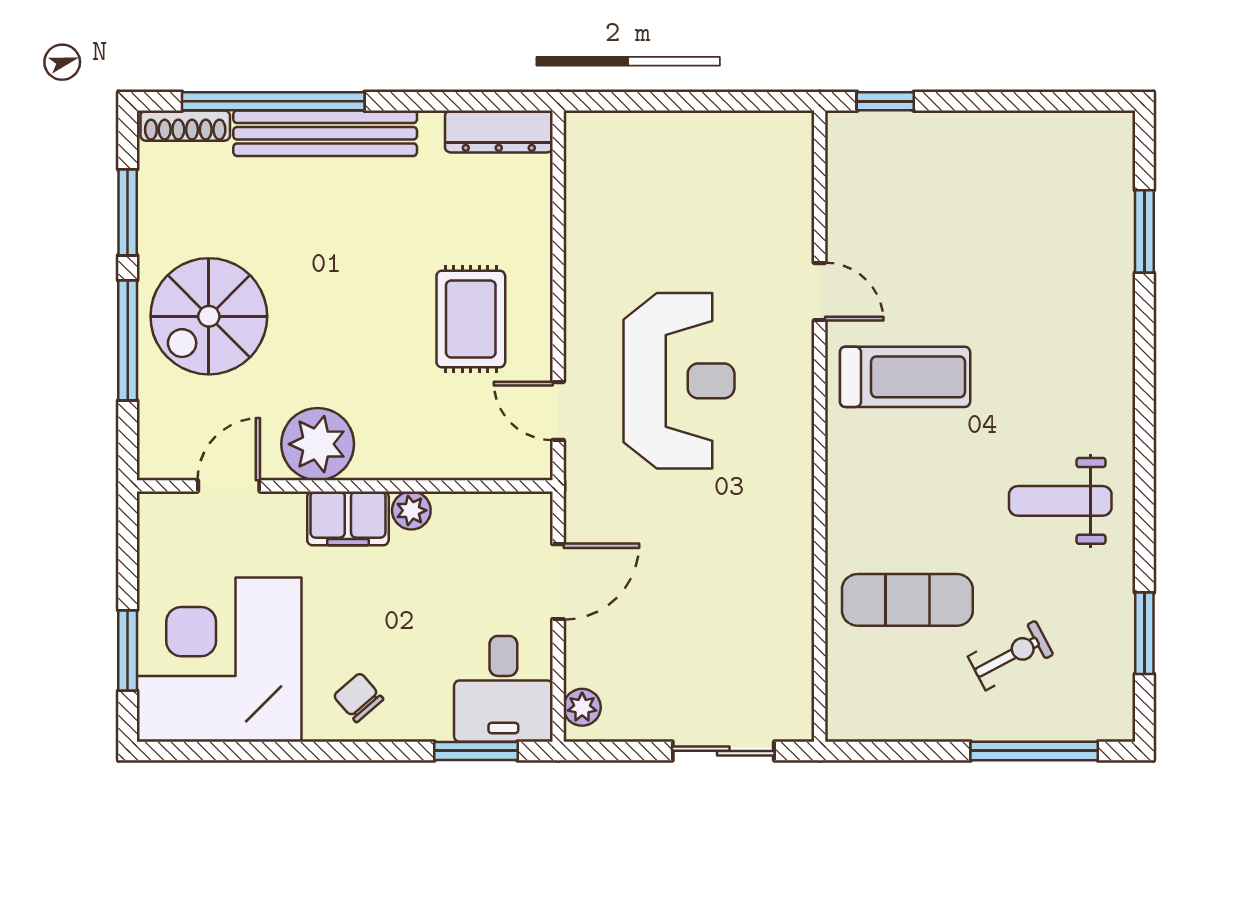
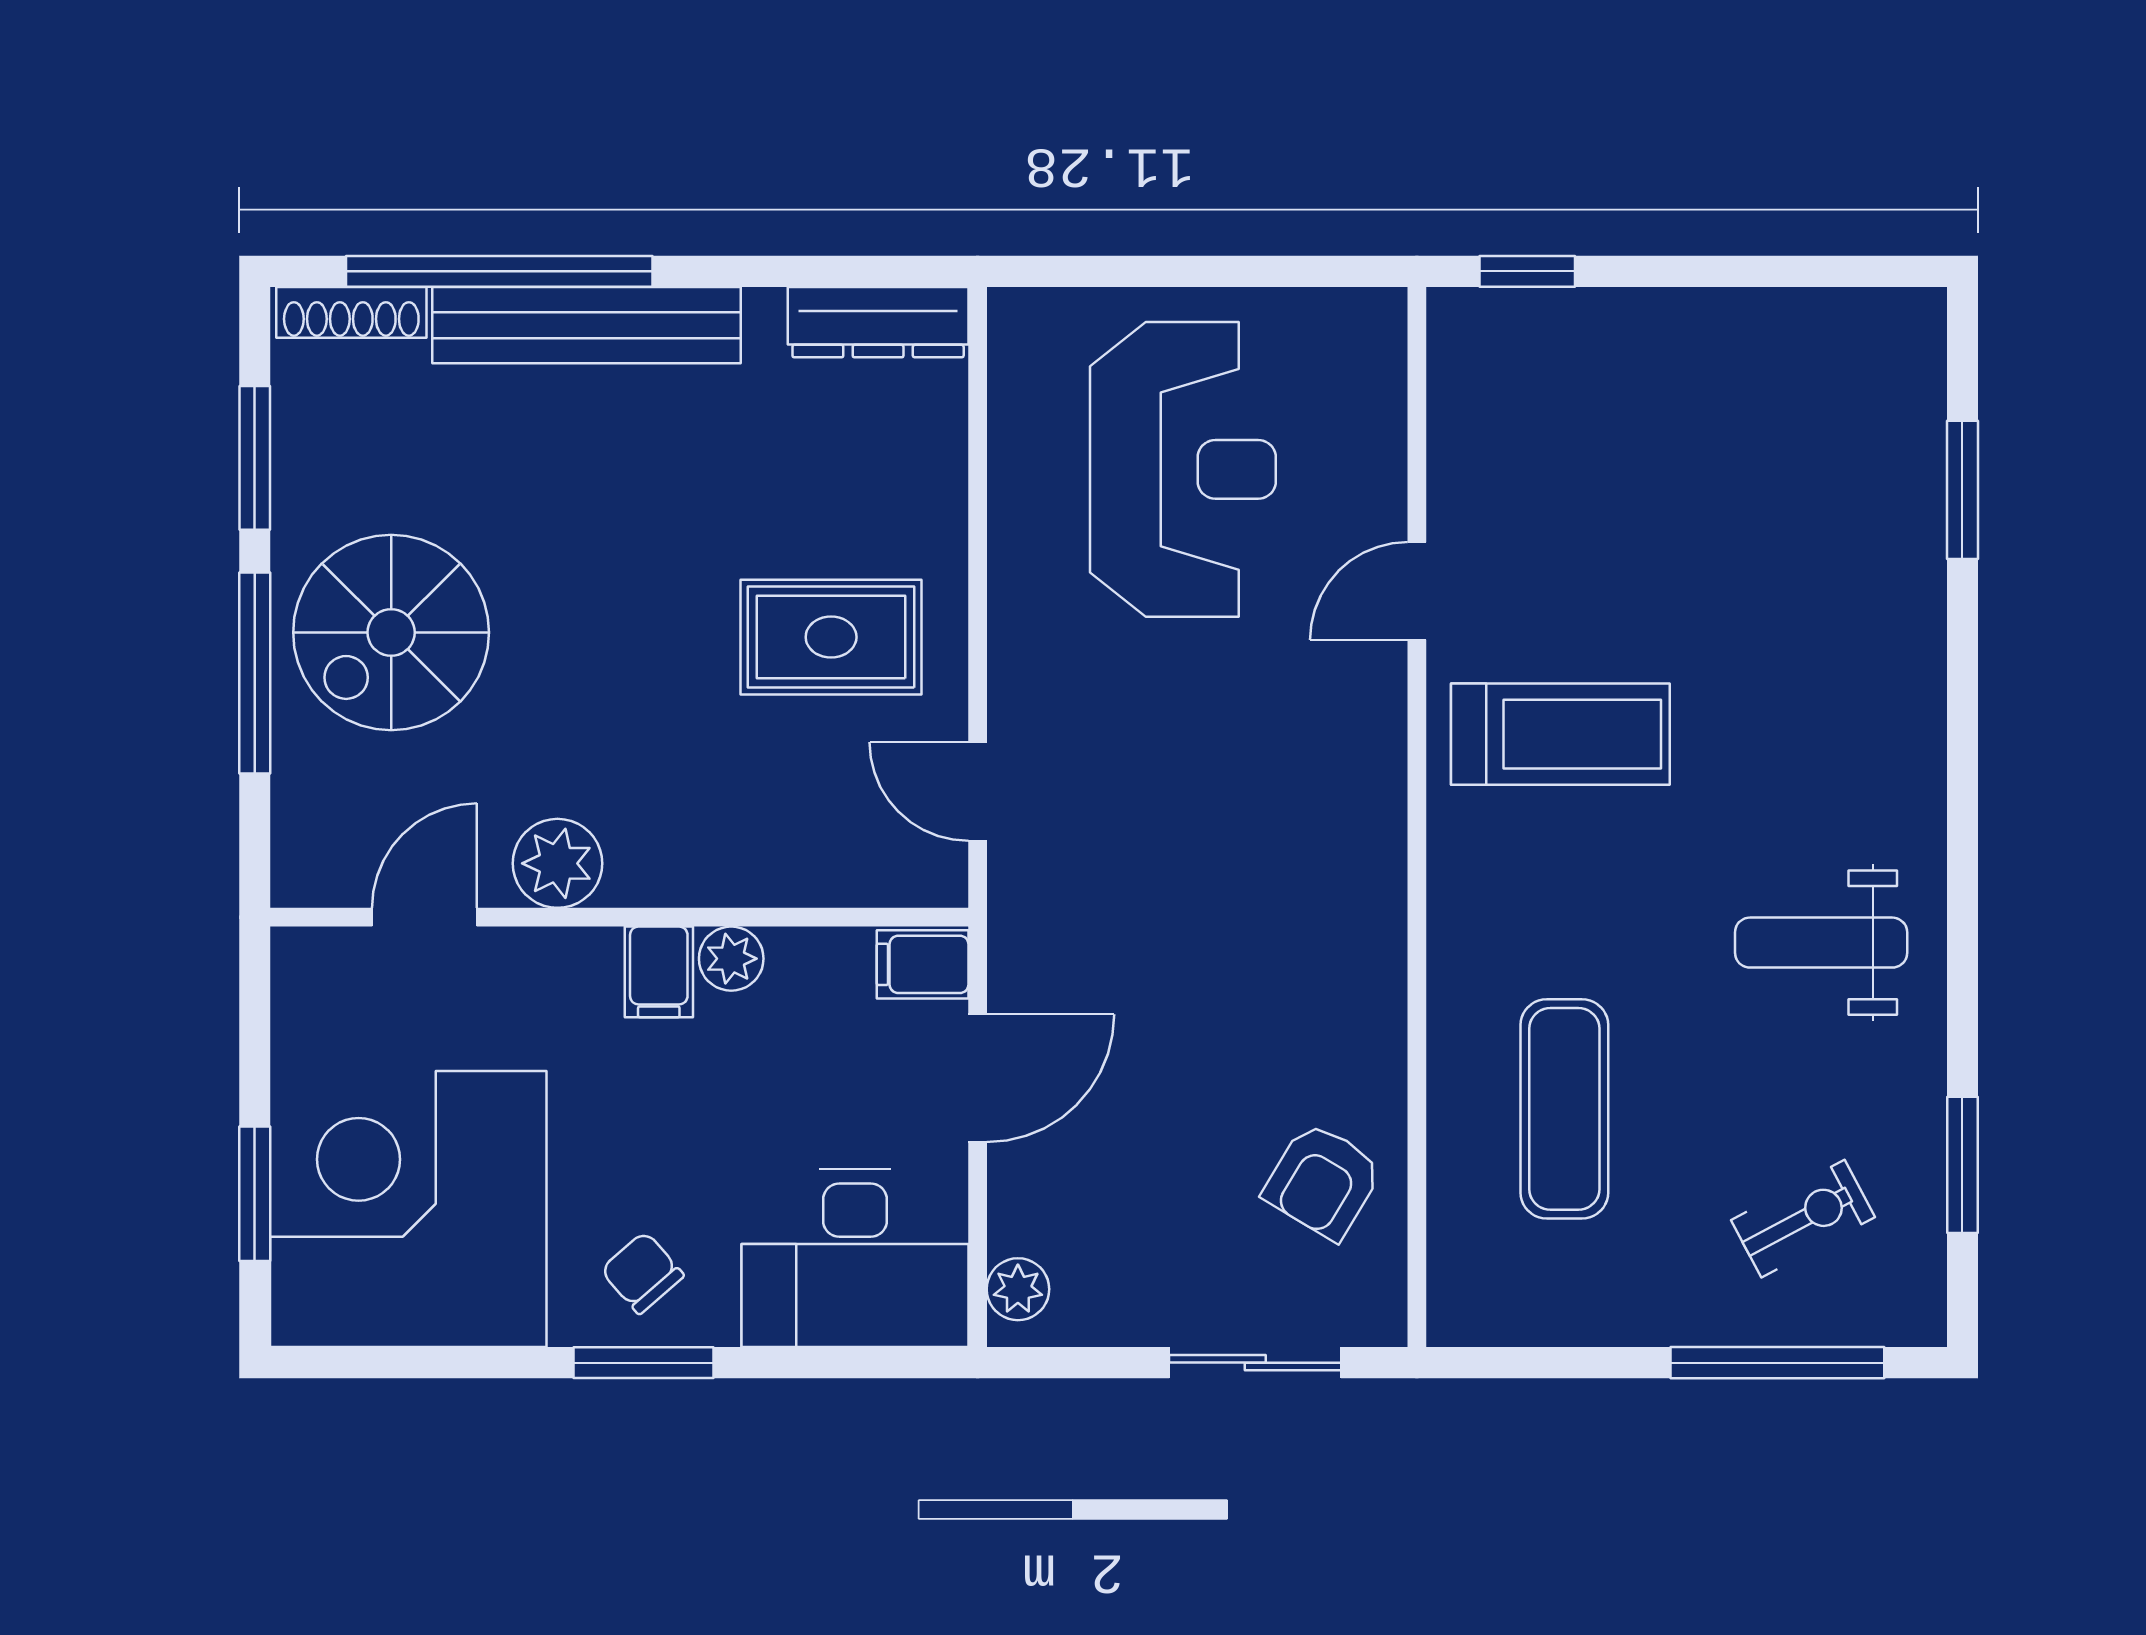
door: (820, 292) -> (1417, 591), swing flipped
rug: (471, 319) -> (831, 637), turned 90
reception desk: (679, 381) -> (1183, 469), moved
plant: (318, 444) -> (557, 863), width x0.73, depth x0.73
filing cabinet: (525, 514) -> (923, 964), added
filing cabinet: (348, 518) -> (659, 972), width x0.50
exercise mat: (907, 600) -> (1564, 1109), turned 90
armchair: (764, 643) -> (1323, 1181), added
exercise bike: (1010, 655) -> (1803, 1219), moved
desk: (503, 689) -> (855, 1258), width x1.37
window: (476, 751) -> (643, 1363), moved

